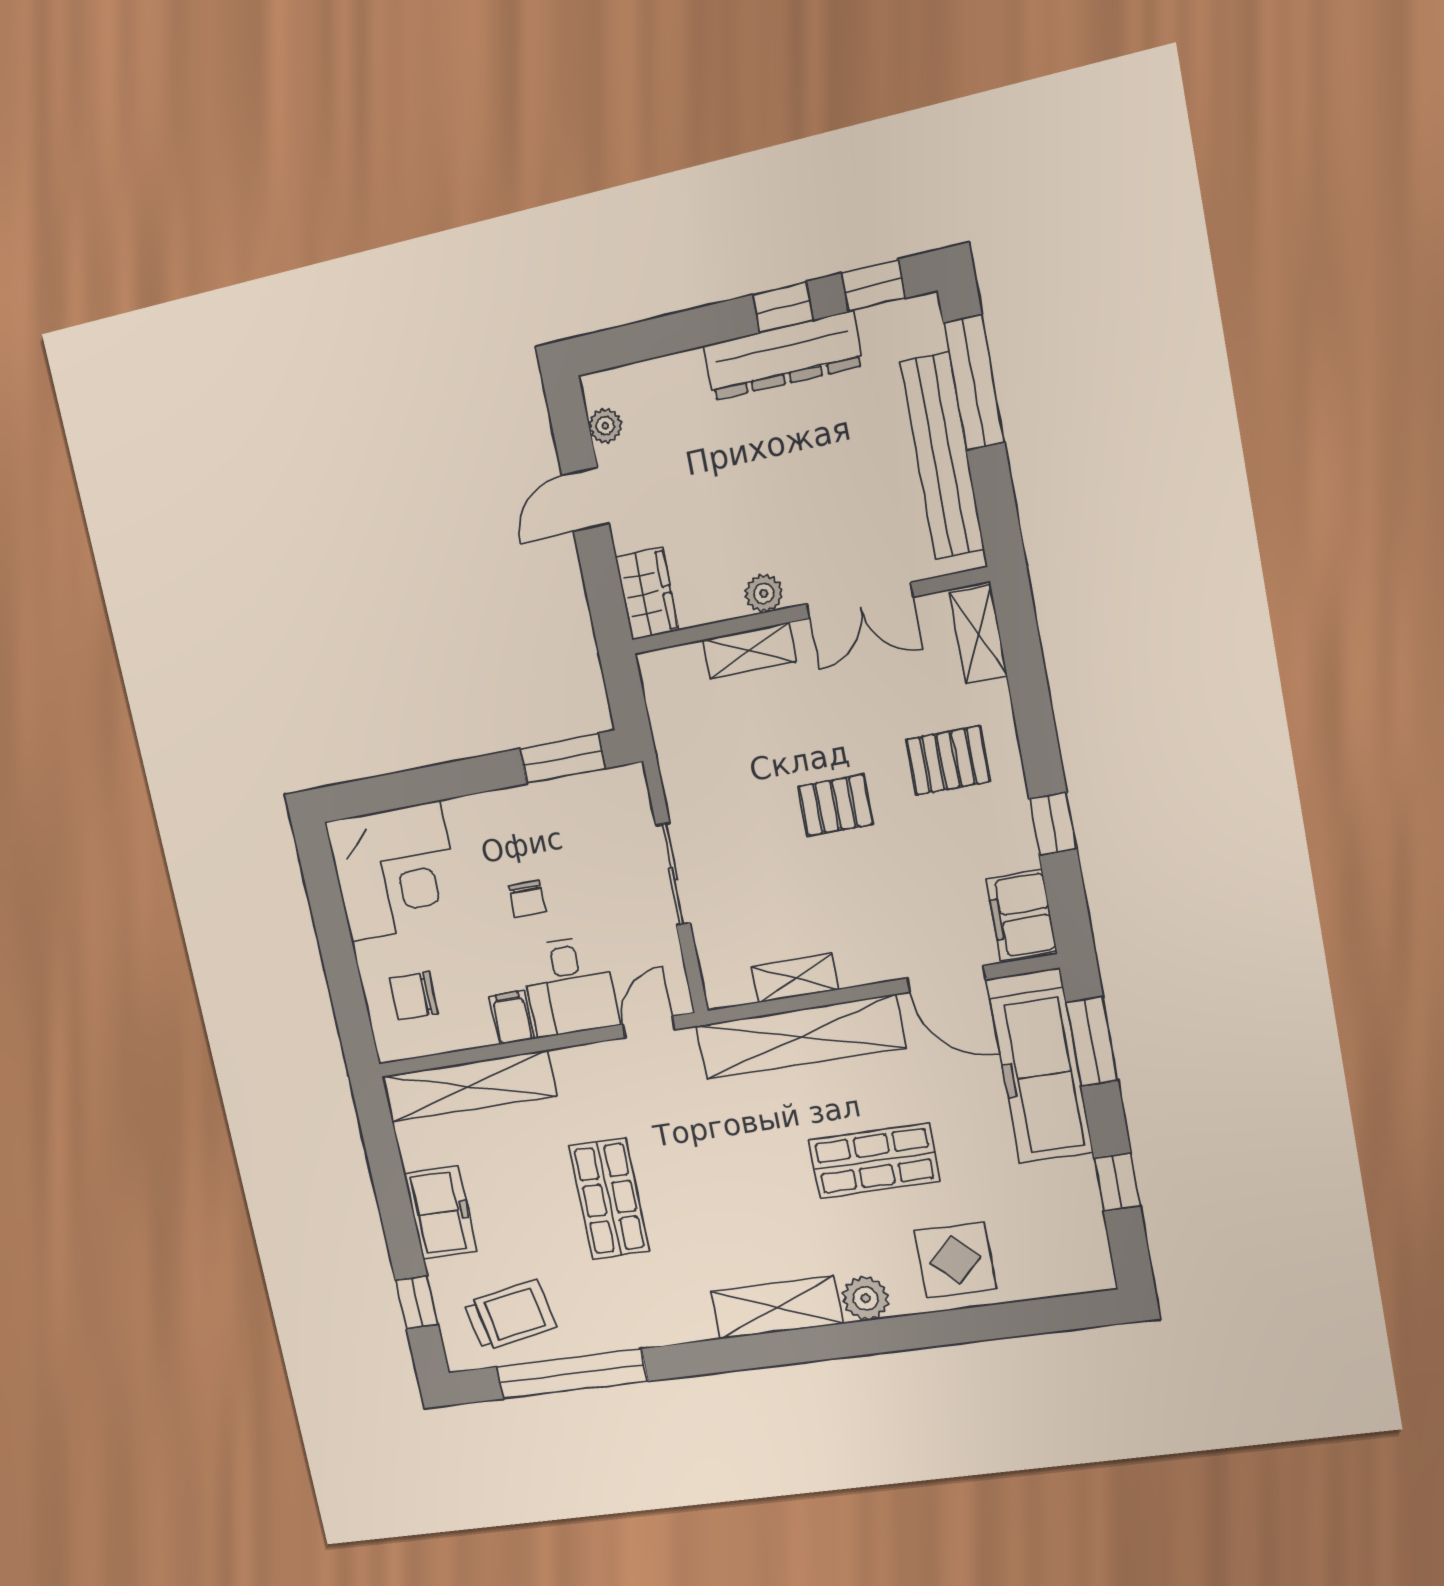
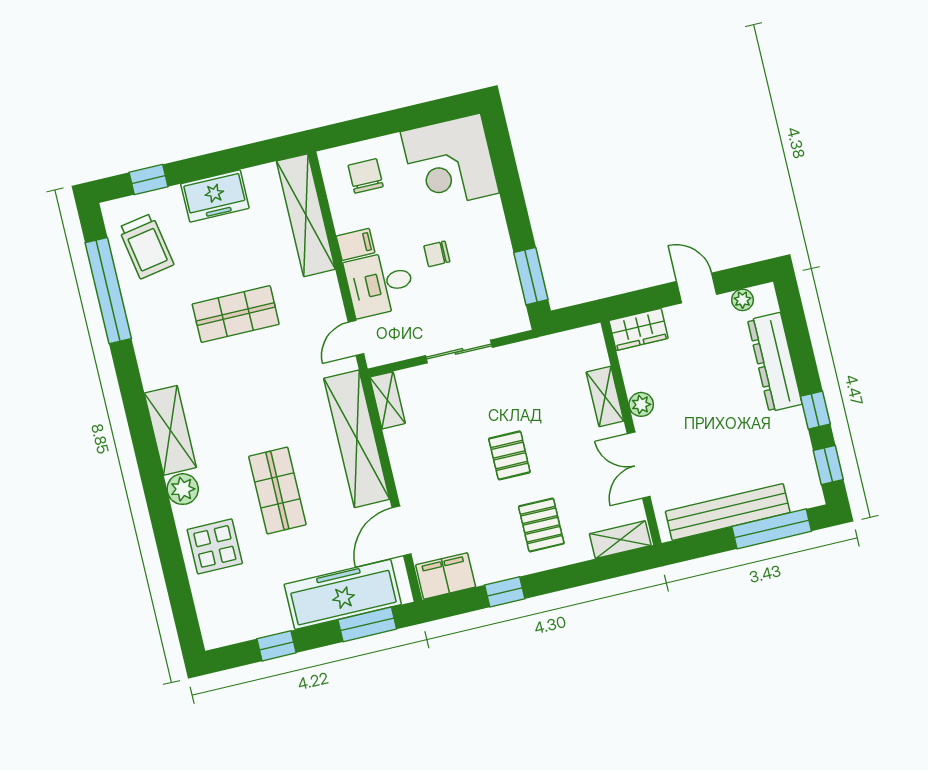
dresser: (783, 356) -> (775, 362), moved
shelving: (795, 978) -> (387, 400), moved
door: (649, 1027) -> (356, 338), swing flipped

